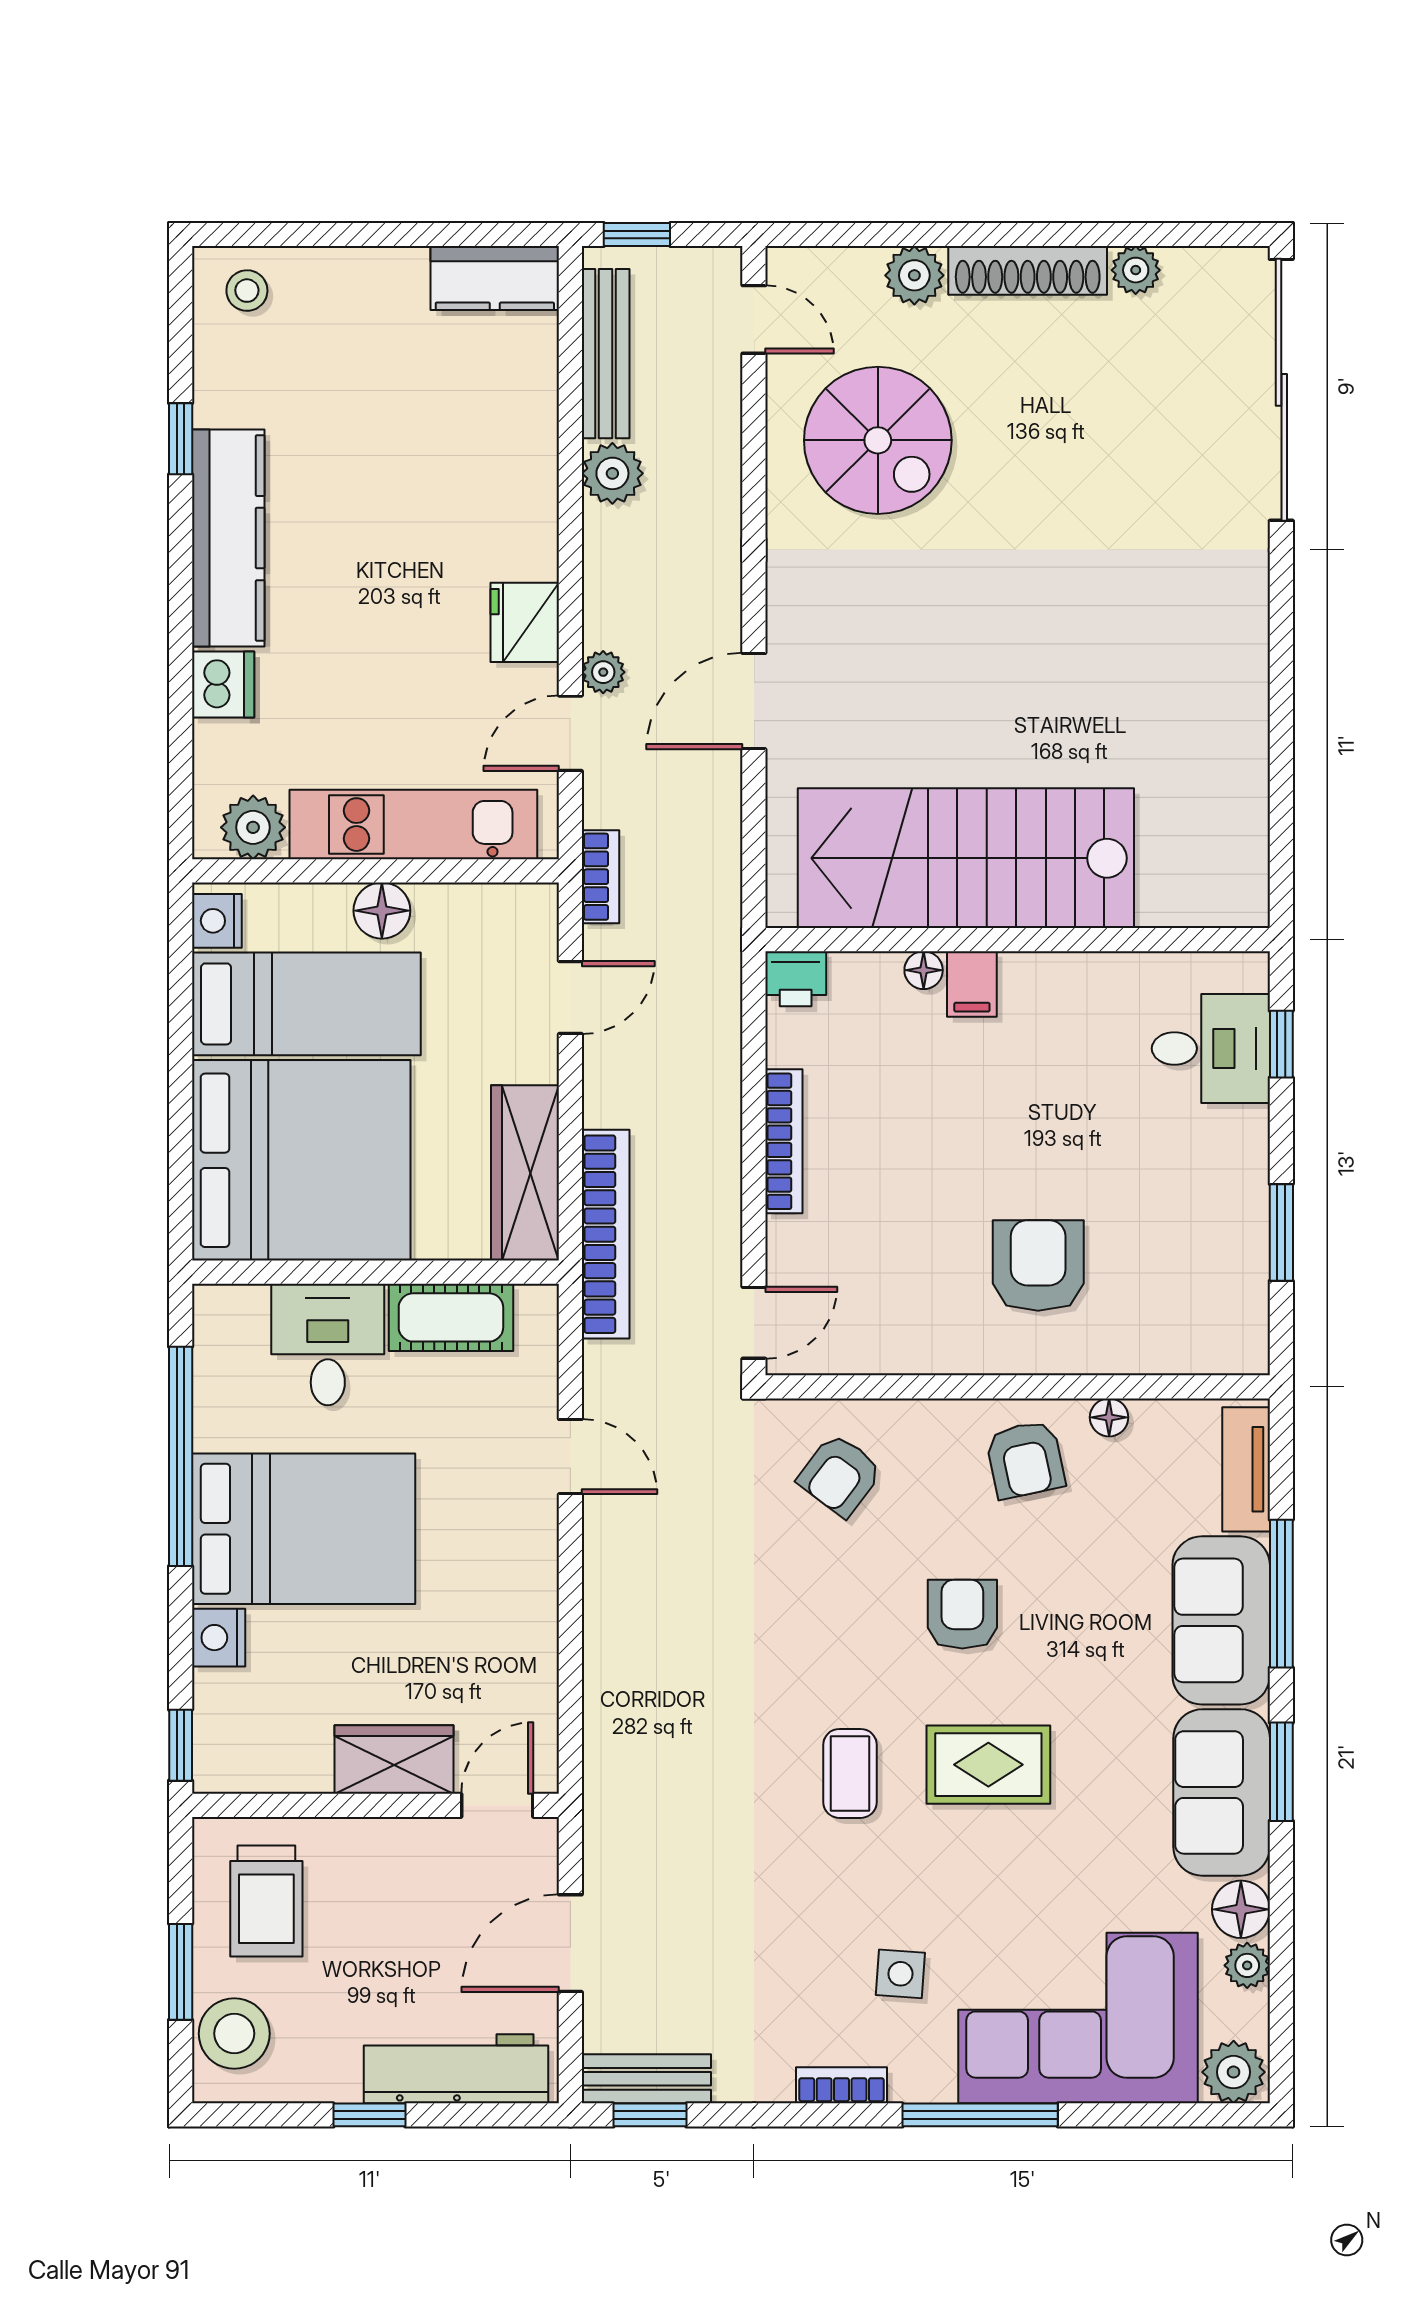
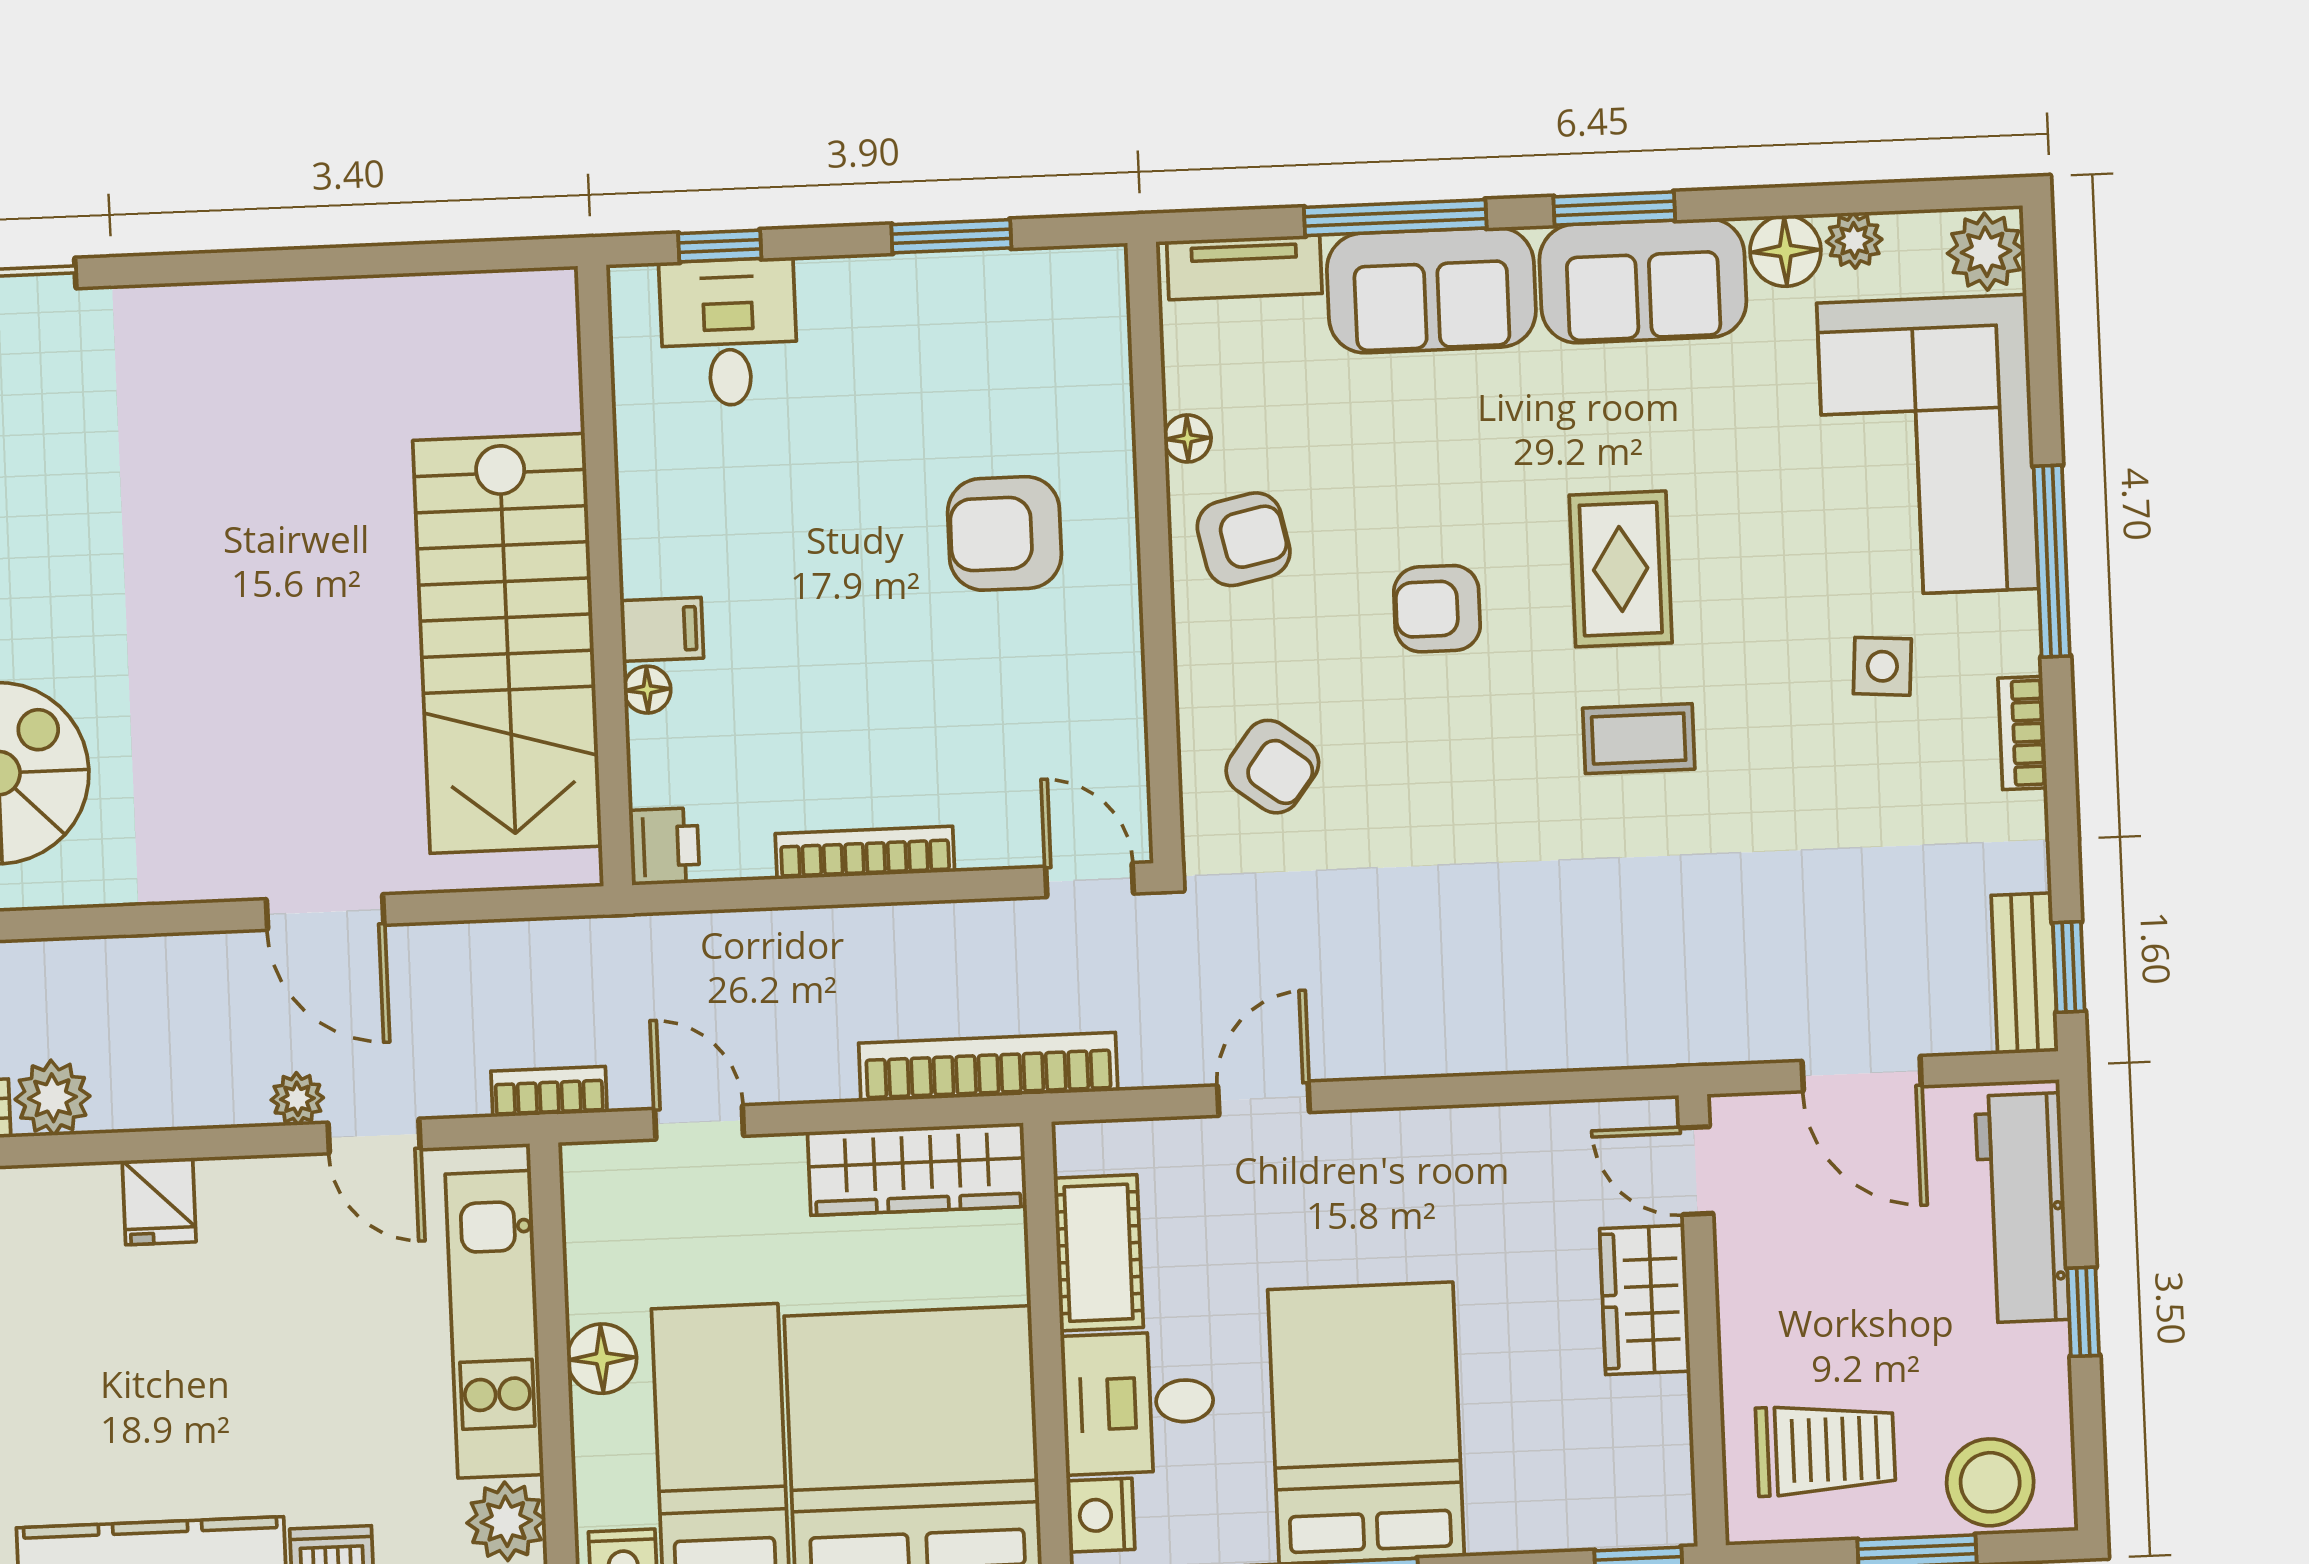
fridge: (525, 622) -> (159, 1201), moved, width x0.72
nightstand: (219, 1638) -> (1101, 1515), moved, turned 90

